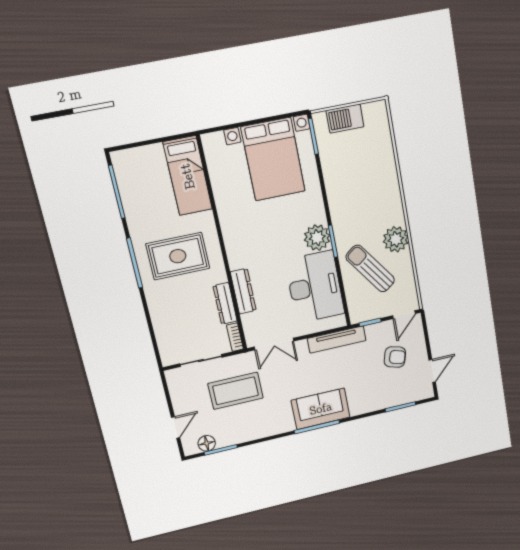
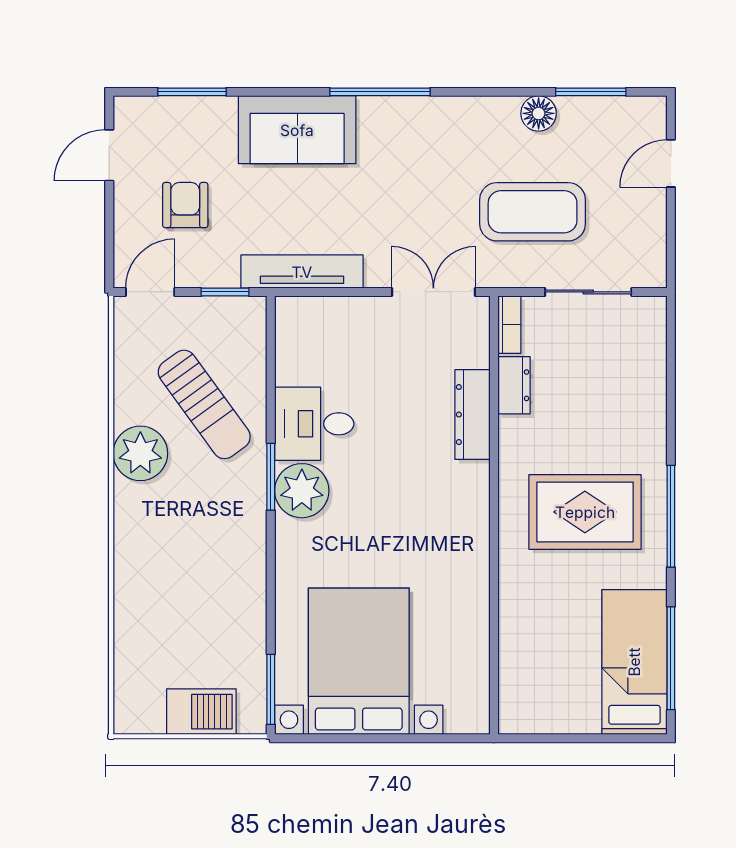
bed: (188, 176) -> (634, 662), moved
desk: (315, 287) -> (314, 424), width x0.53, depth x0.77
dresser: (225, 303) -> (514, 385), width x0.70
armchair: (395, 357) -> (185, 205), turned 74
sofa: (321, 409) -> (297, 130), moved
floor lamp: (207, 443) -> (539, 113), moved

